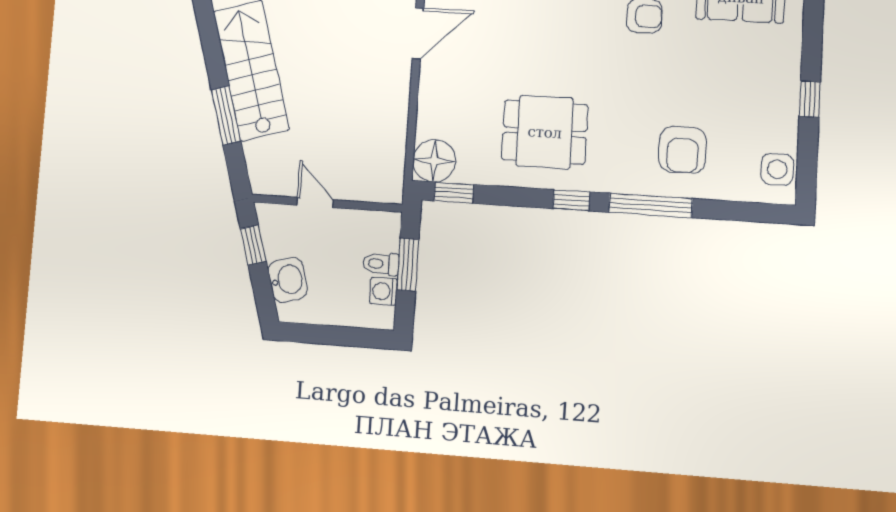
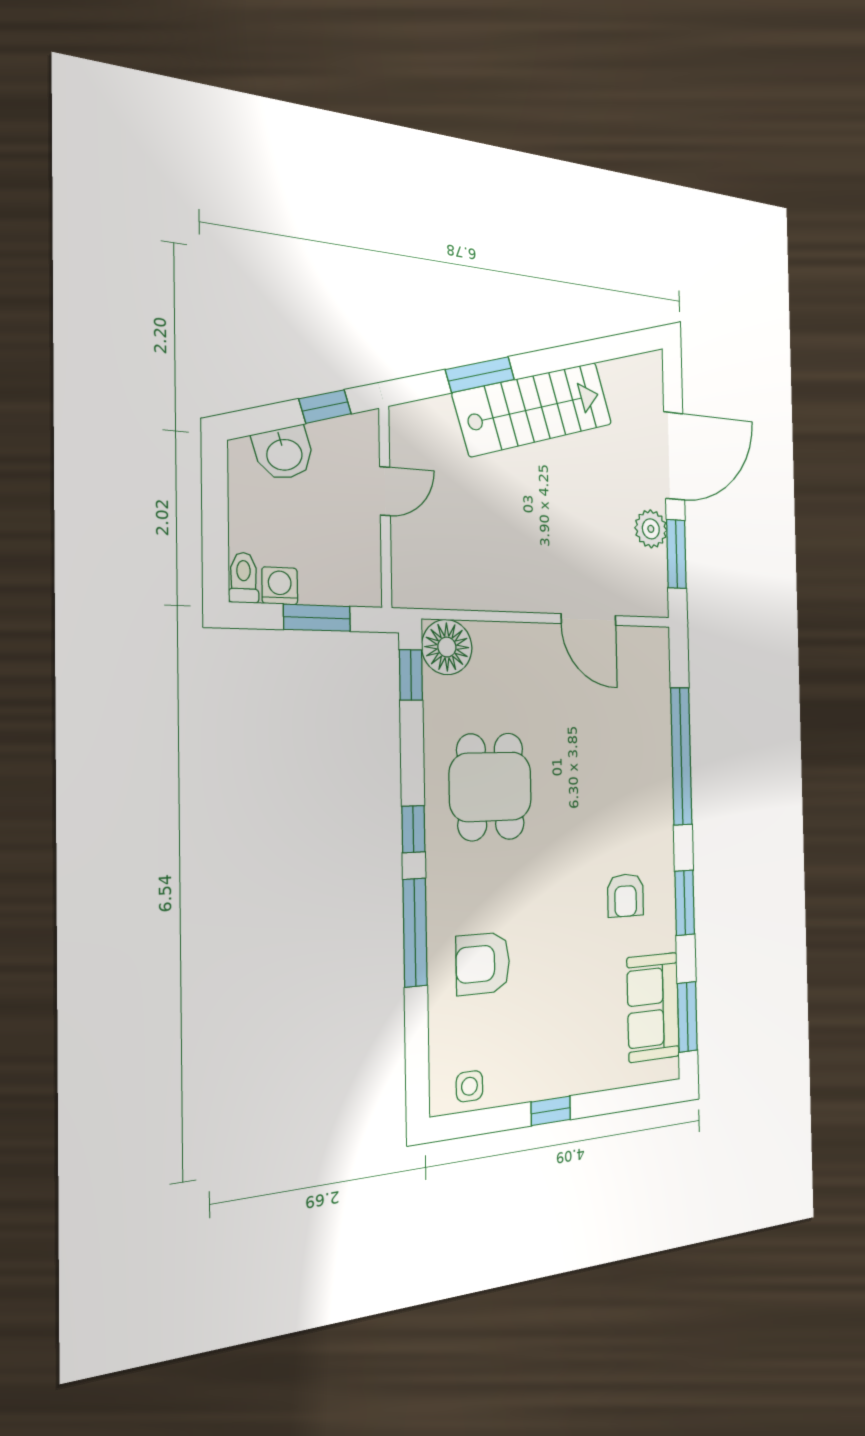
side table: (777, 169) -> (469, 1086), width x0.73, depth x0.73
toilet: (381, 264) -> (244, 578), moved

